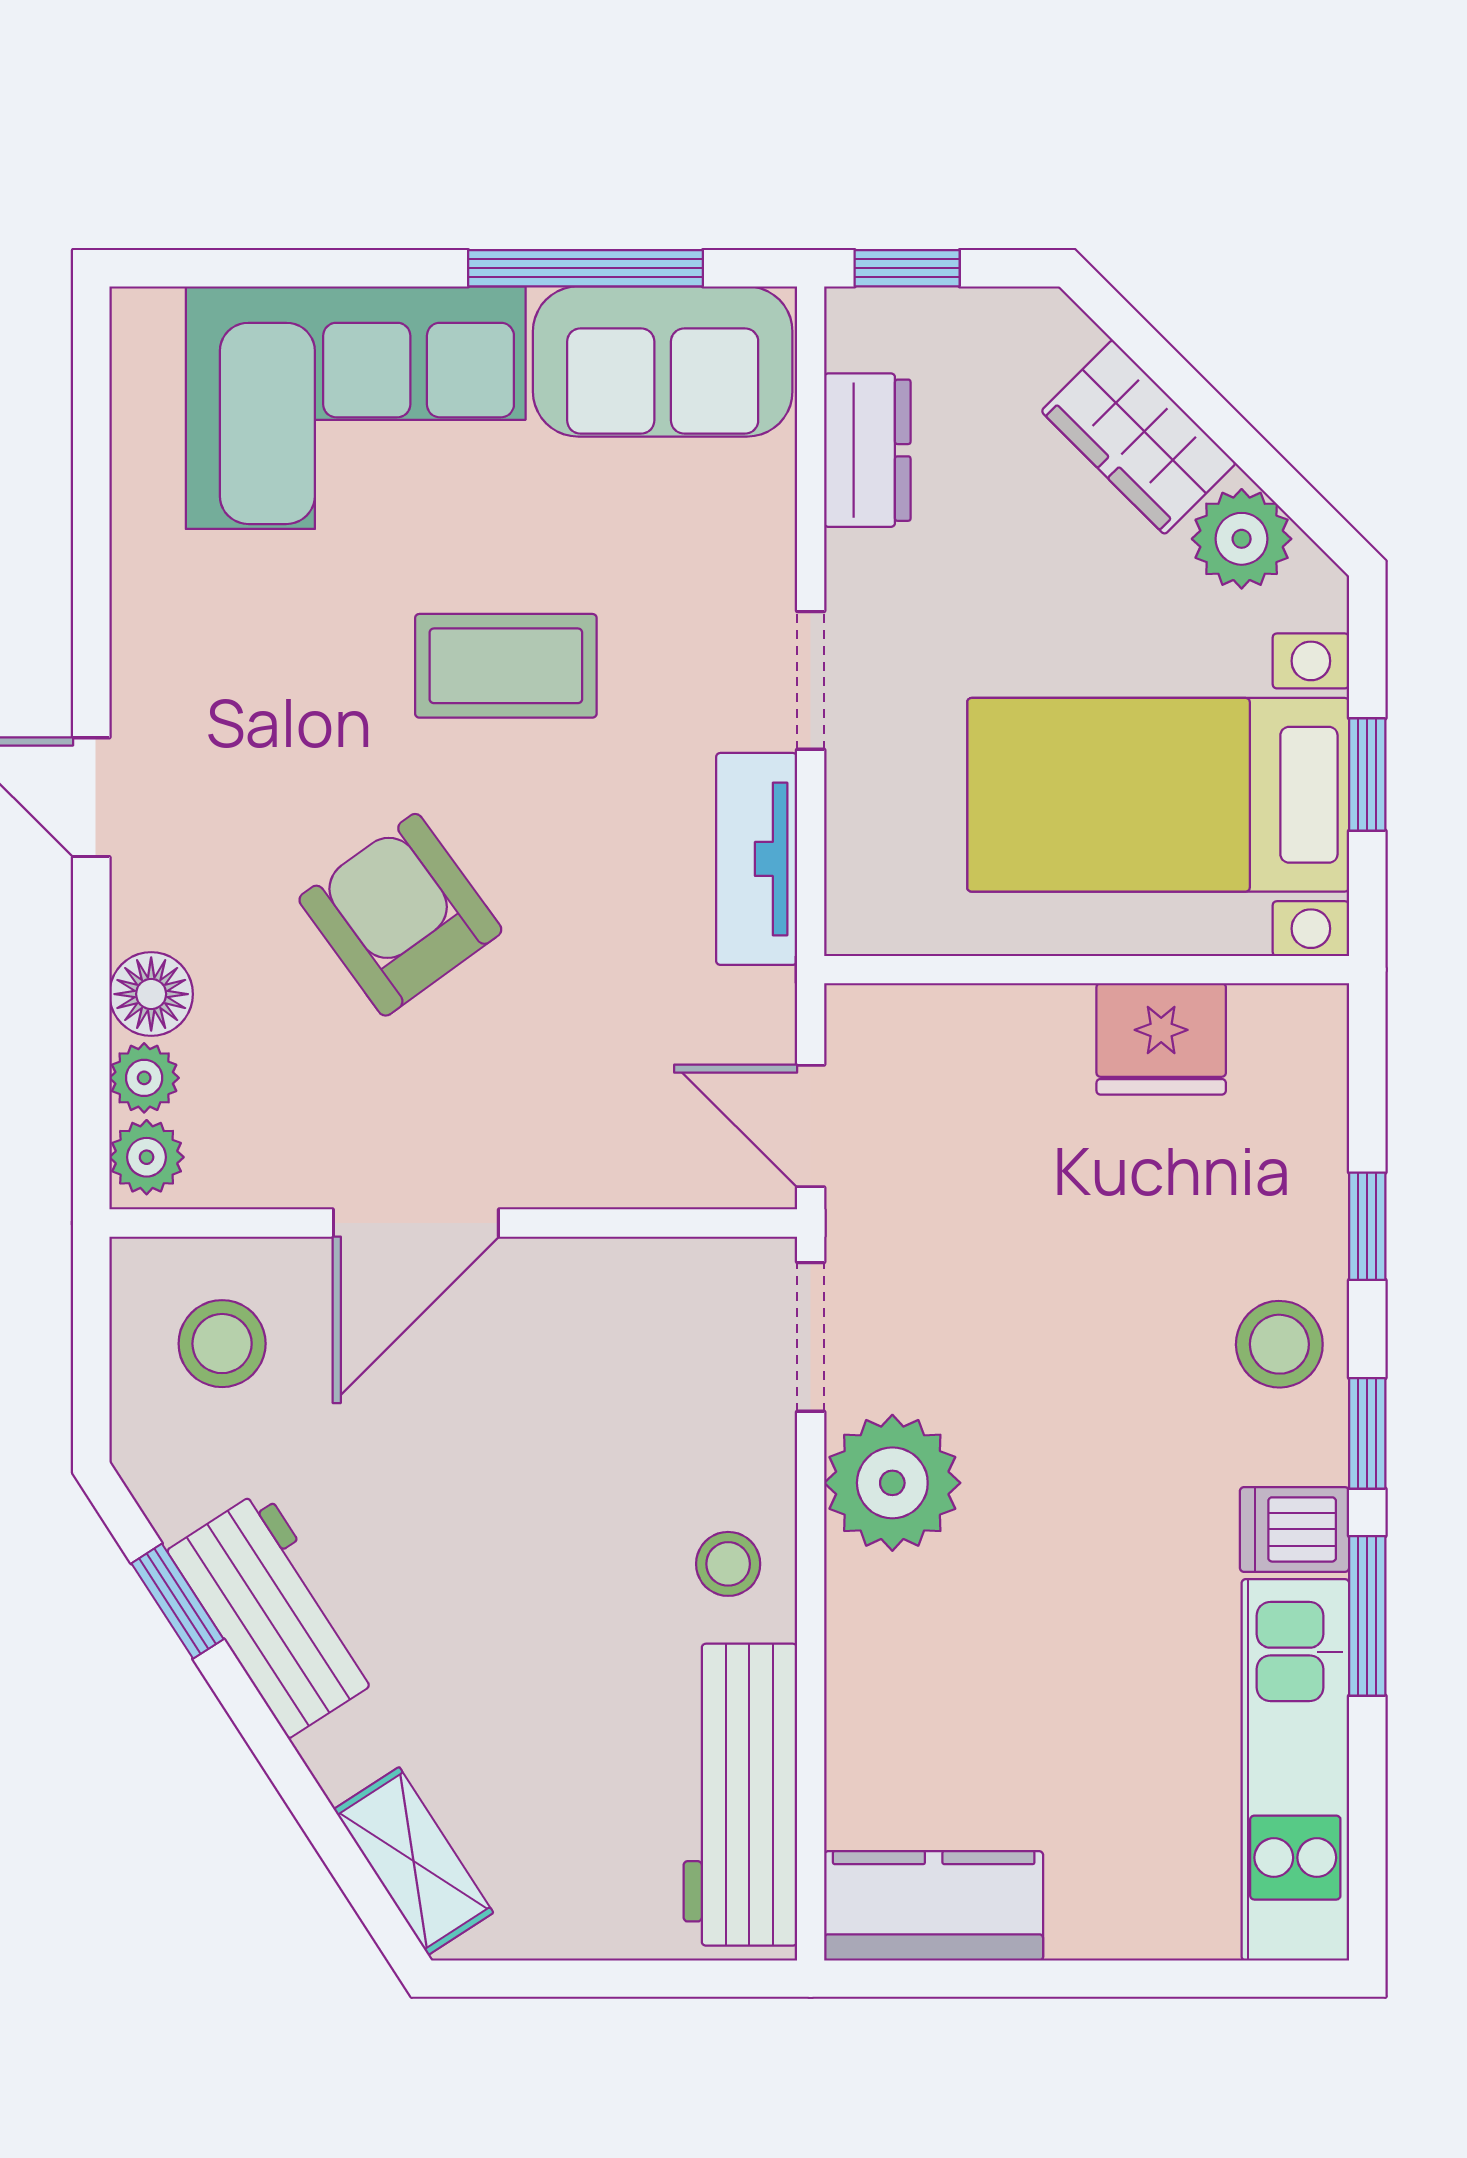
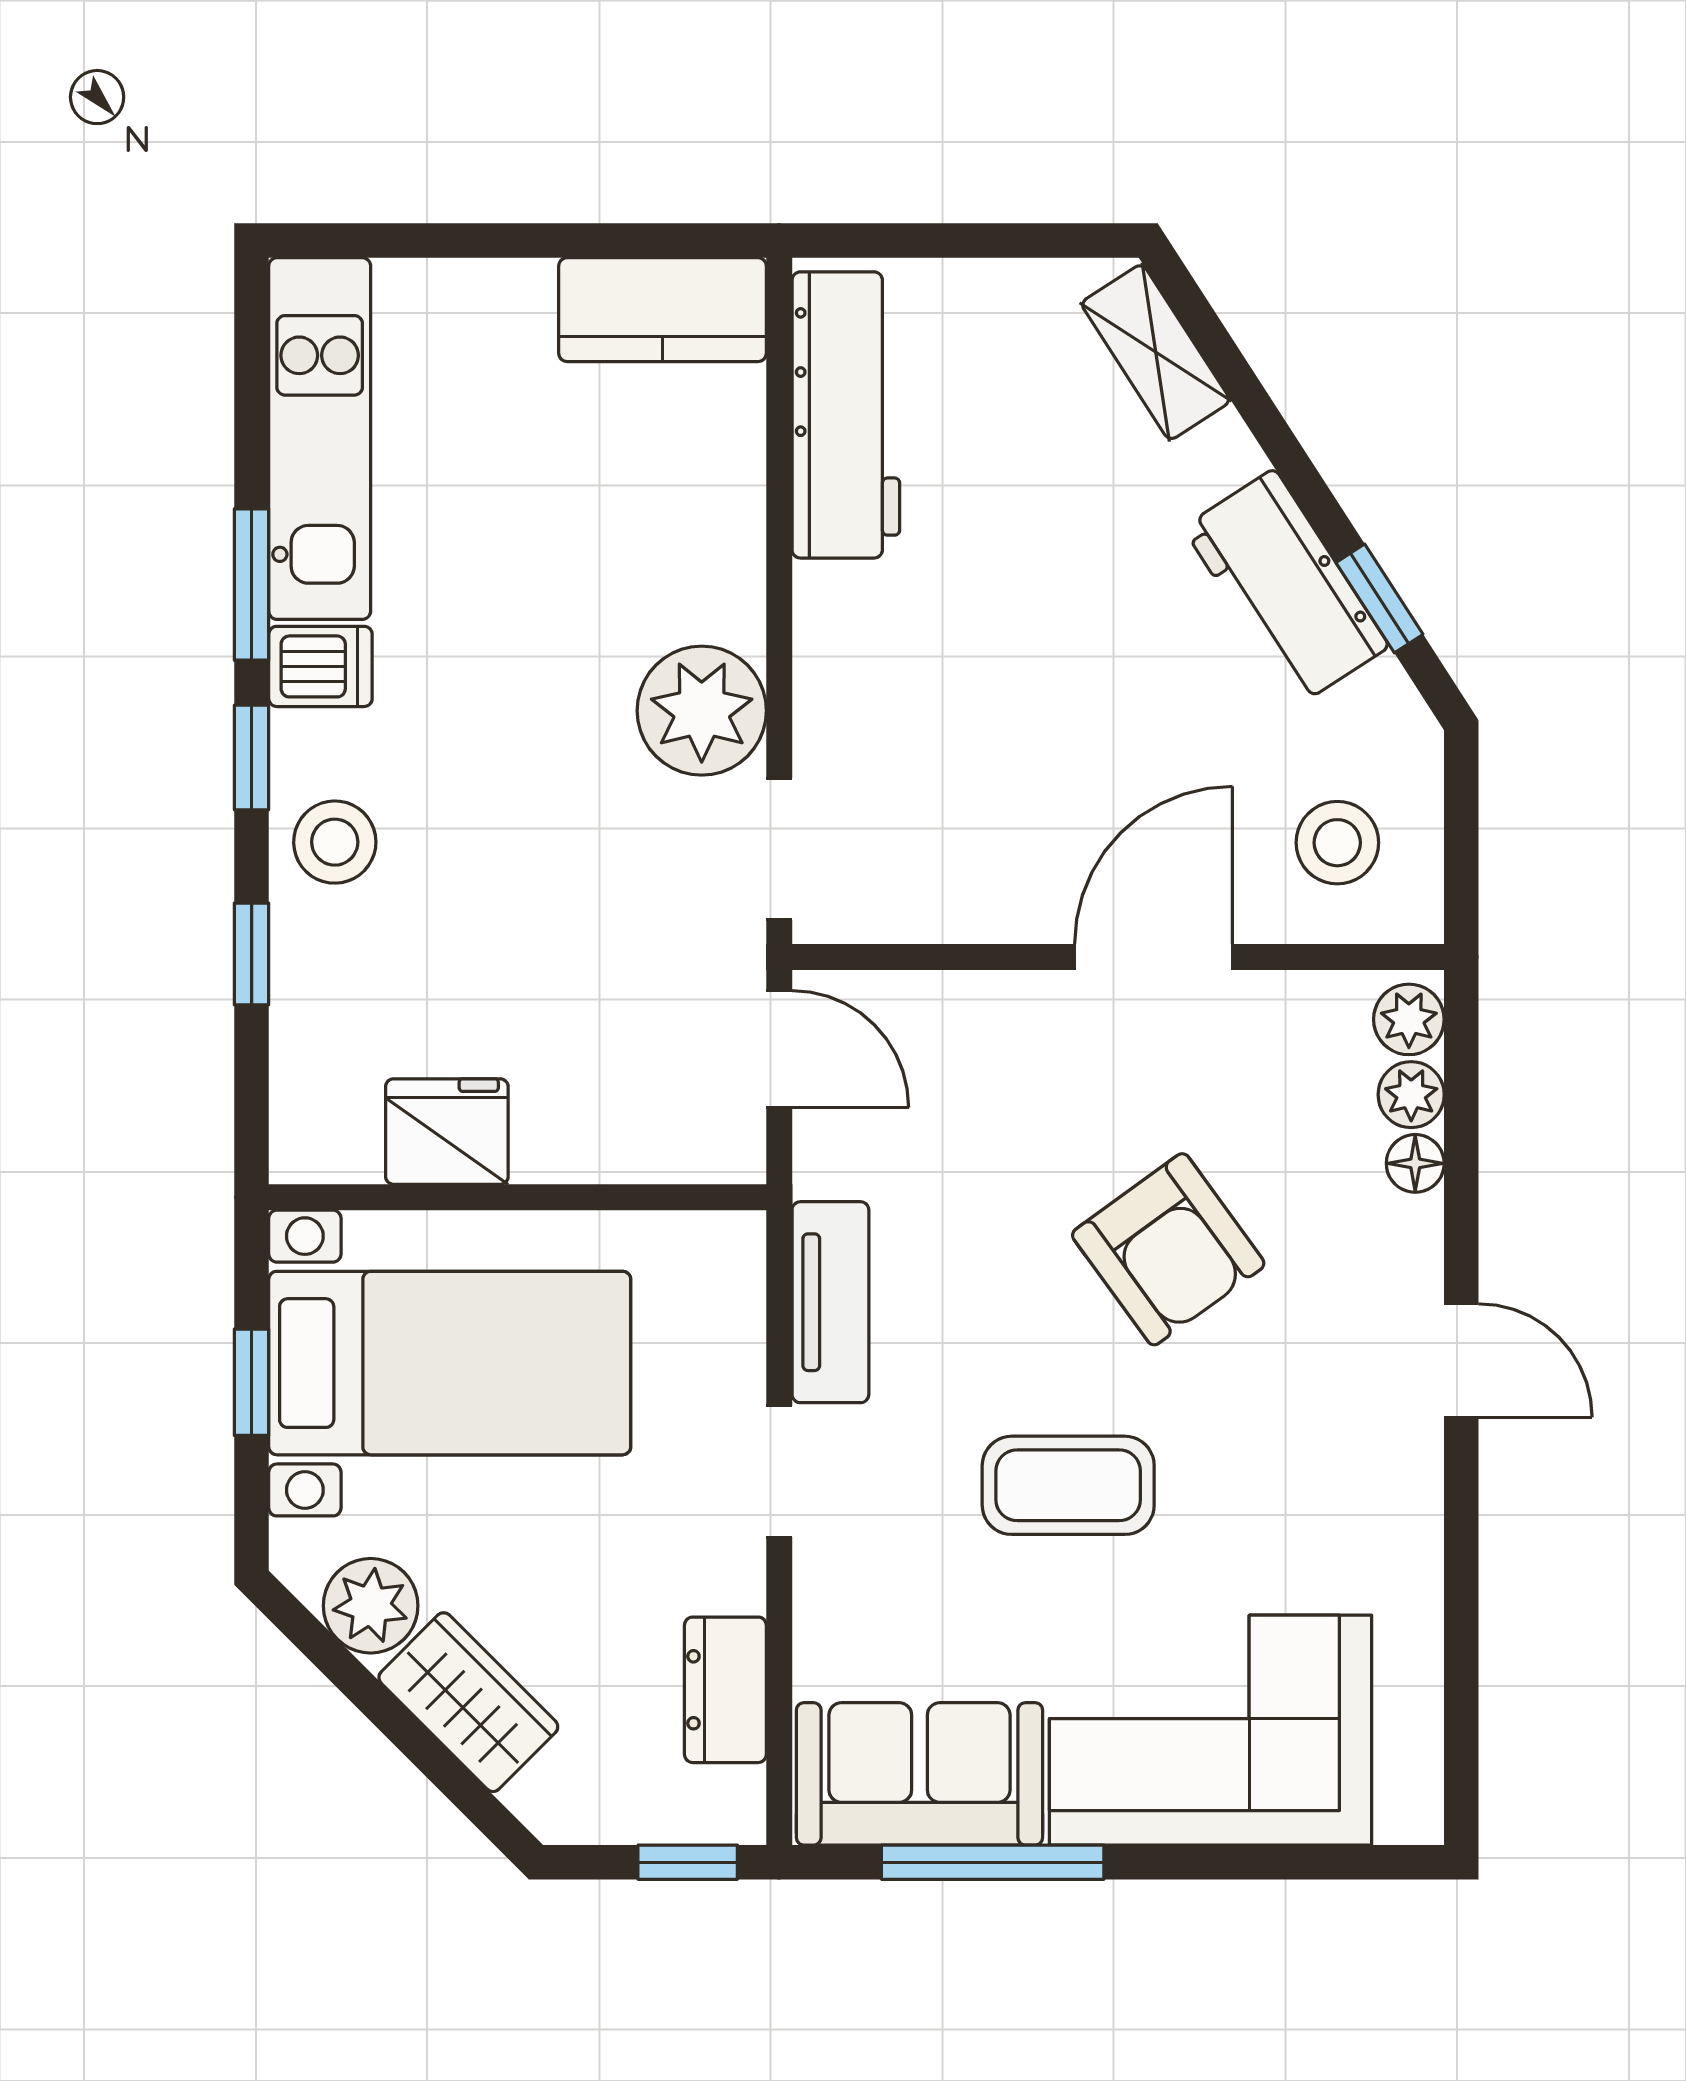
floor lamp: (151, 994) -> (1415, 1163), width x0.73, depth x0.73
stool: (728, 1564) -> (857, 634), removed

